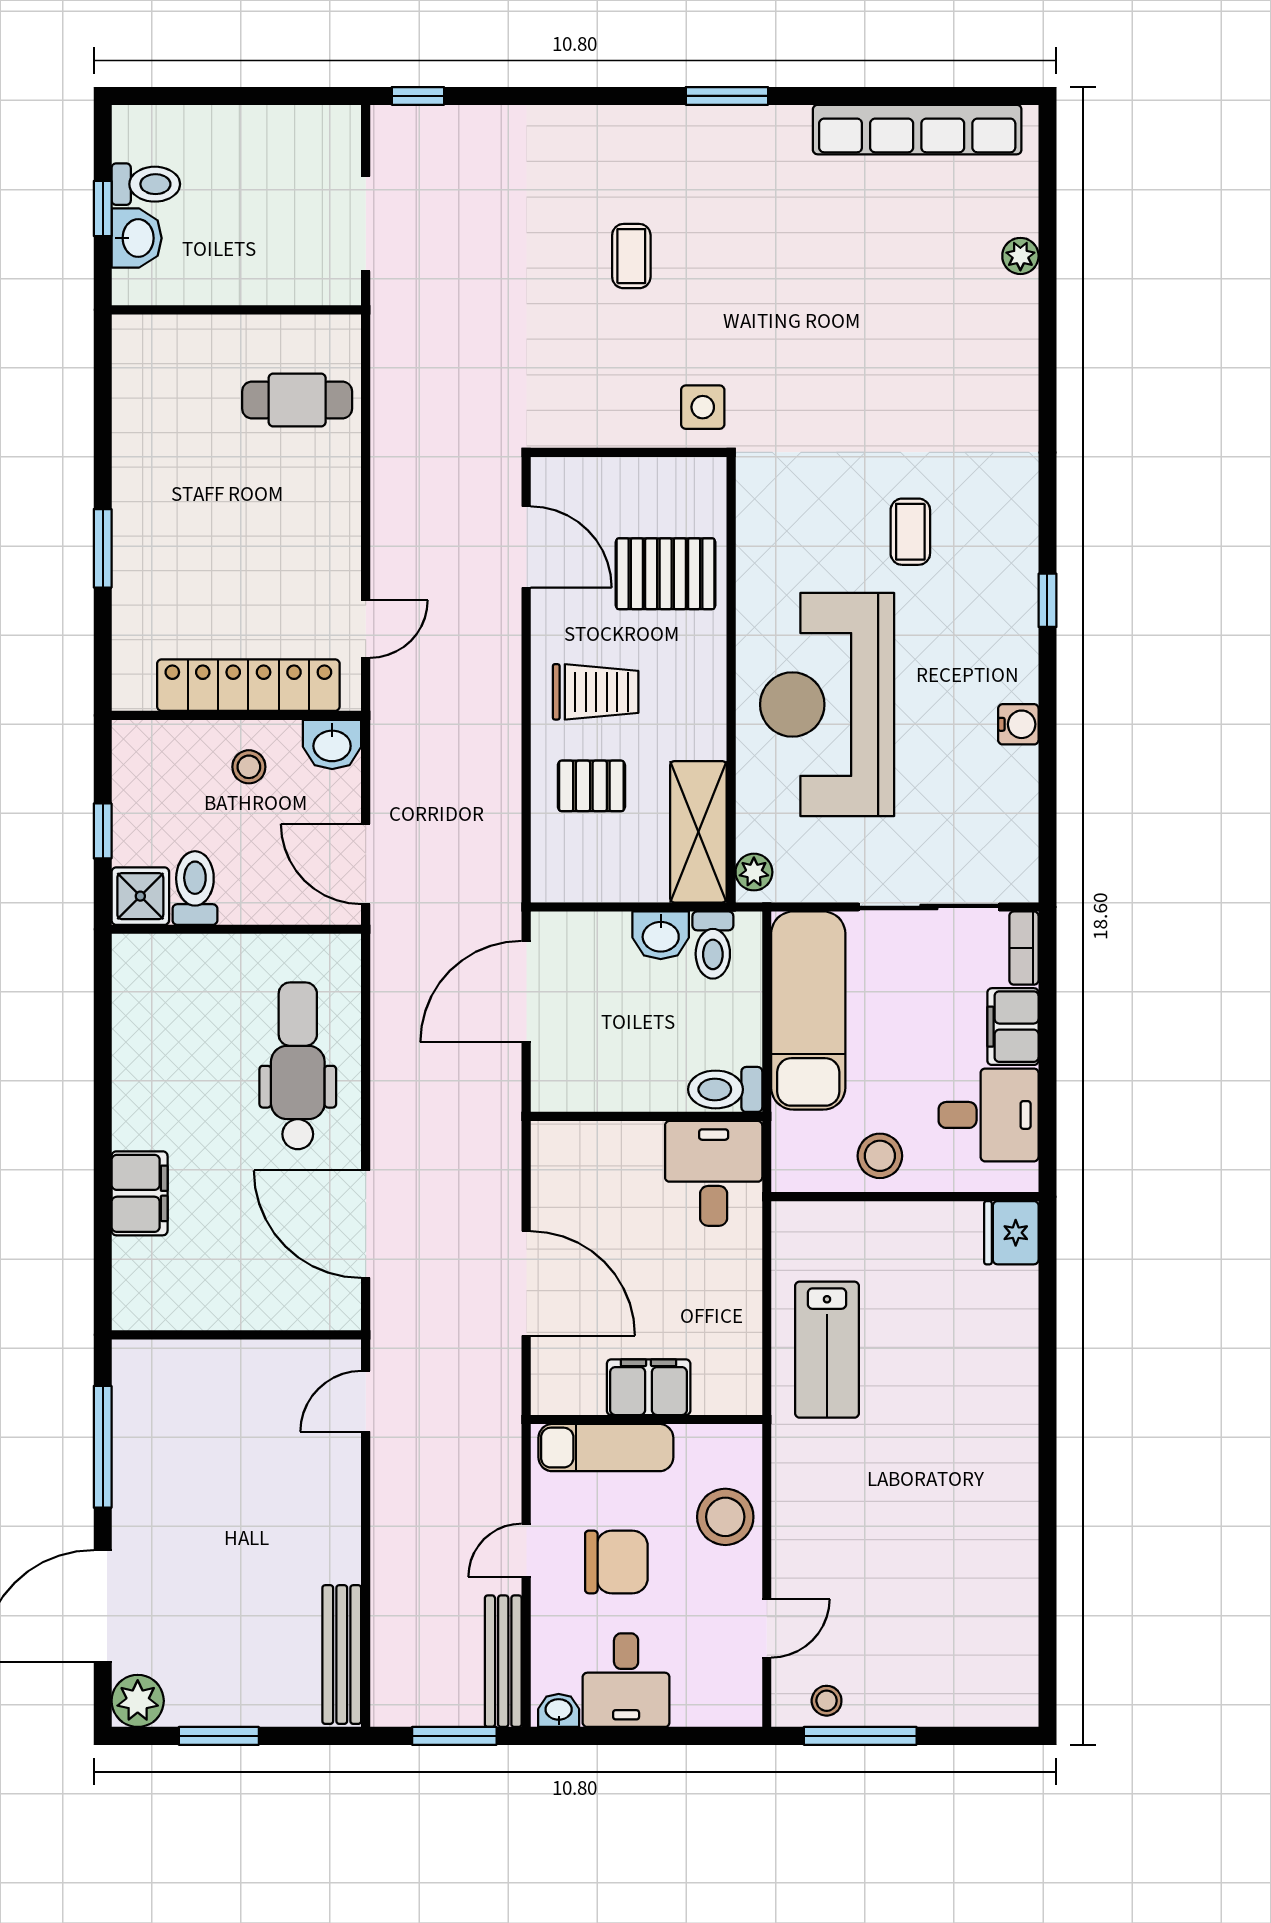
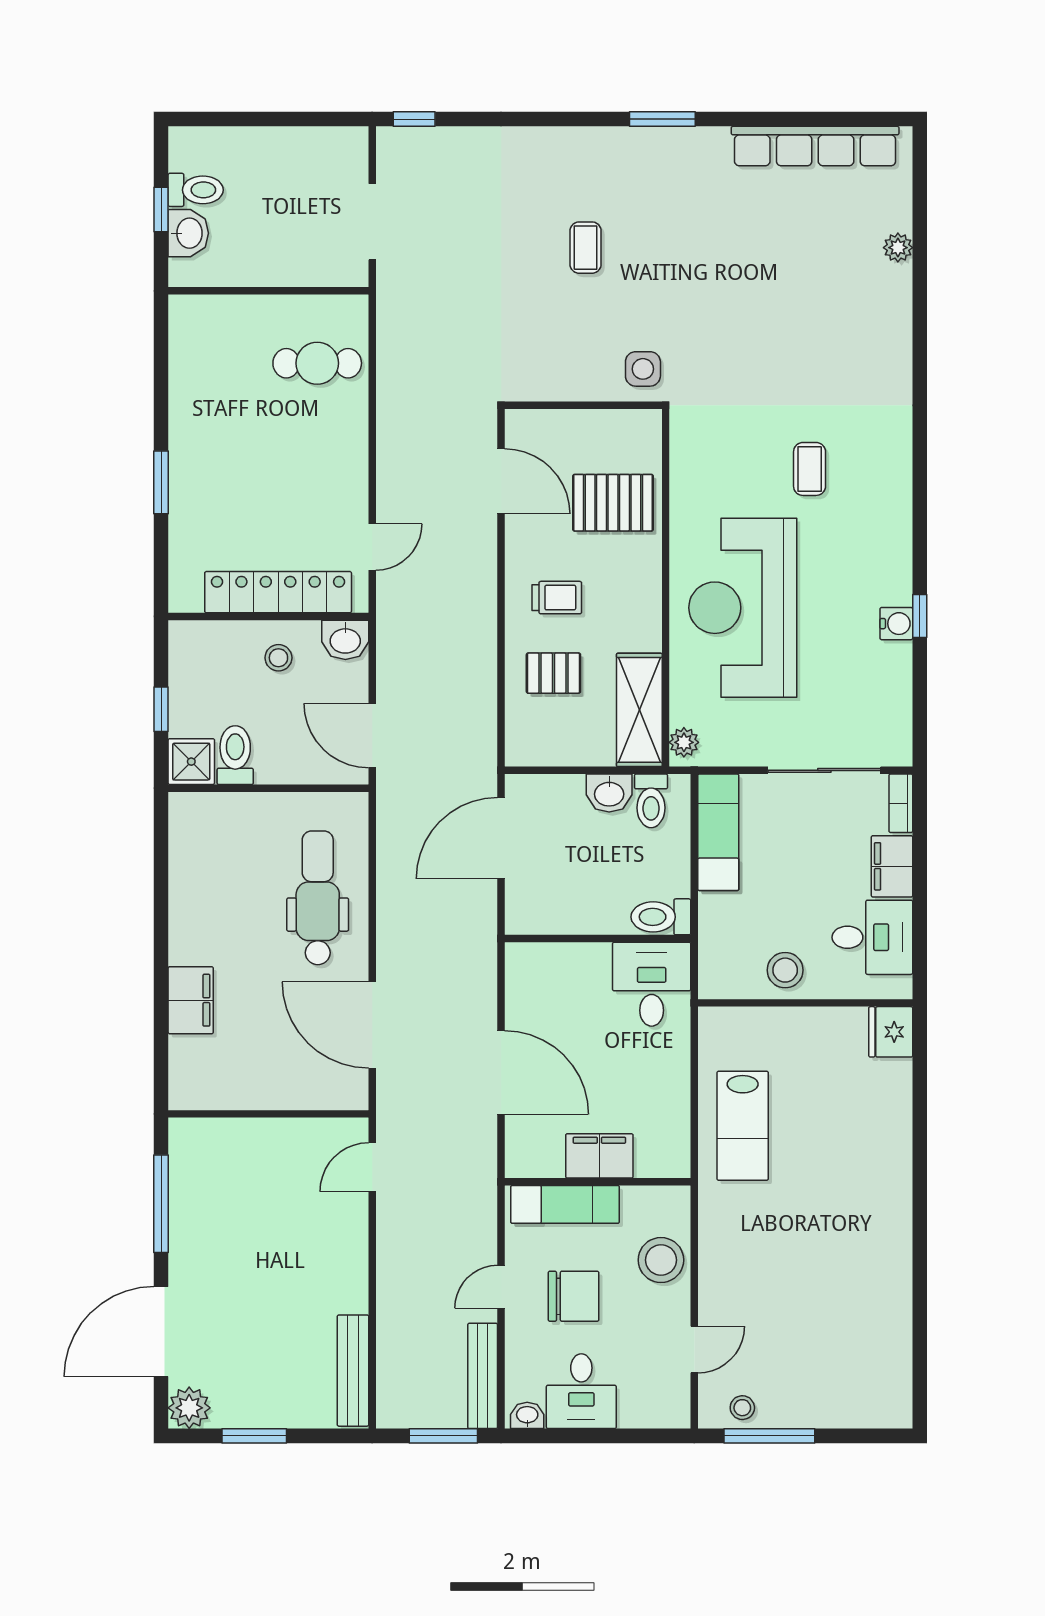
window: (1047, 600) -> (920, 616), moved
trolley: (596, 692) -> (557, 598), width x0.73, depth x0.72
exam couch: (808, 1011) -> (718, 832), width x0.73, depth x0.69

